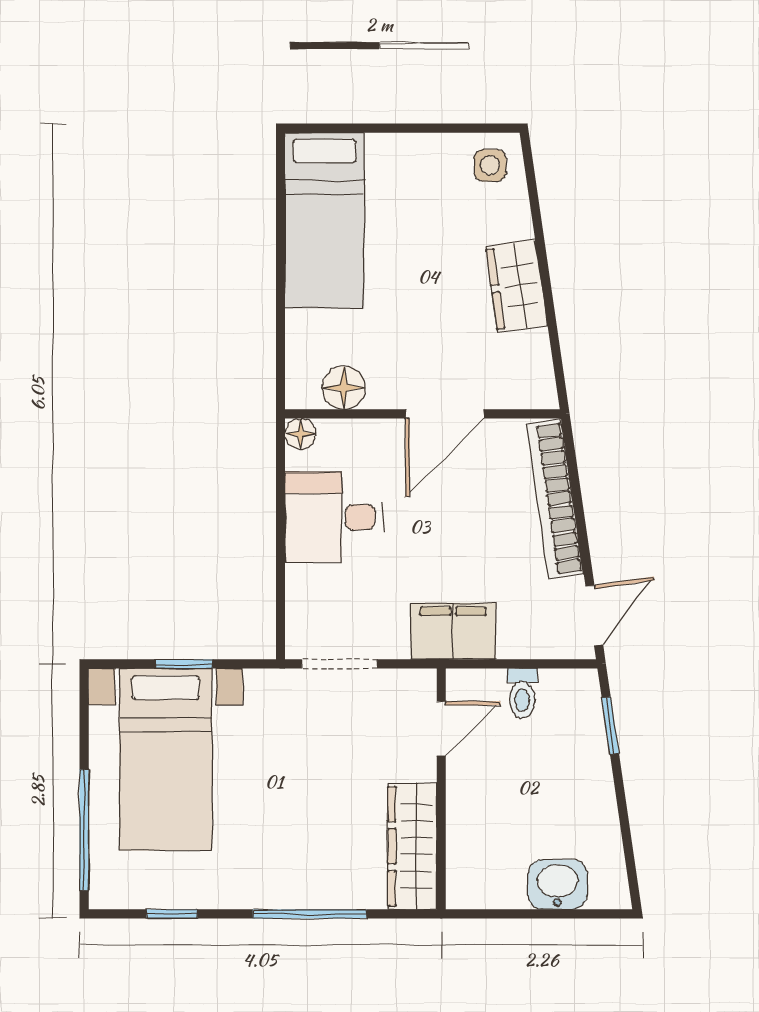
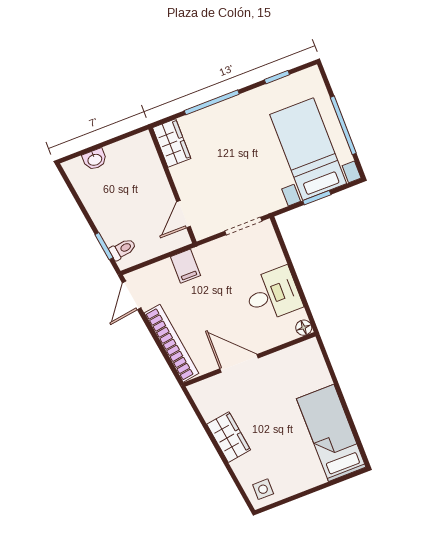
floor lamp: (344, 388) -> (292, 357), removed
door: (445, 414) -> (239, 363), hinge flipped
filing cabinet: (453, 631) -> (185, 266), width x0.50
toilet: (522, 693) -> (123, 249), moved, turned 82
window: (84, 830) -> (343, 125), moved
wardrobe: (412, 846) -> (172, 143), width x0.67
washbasin: (558, 884) -> (95, 159), width x0.72, depth x0.69

